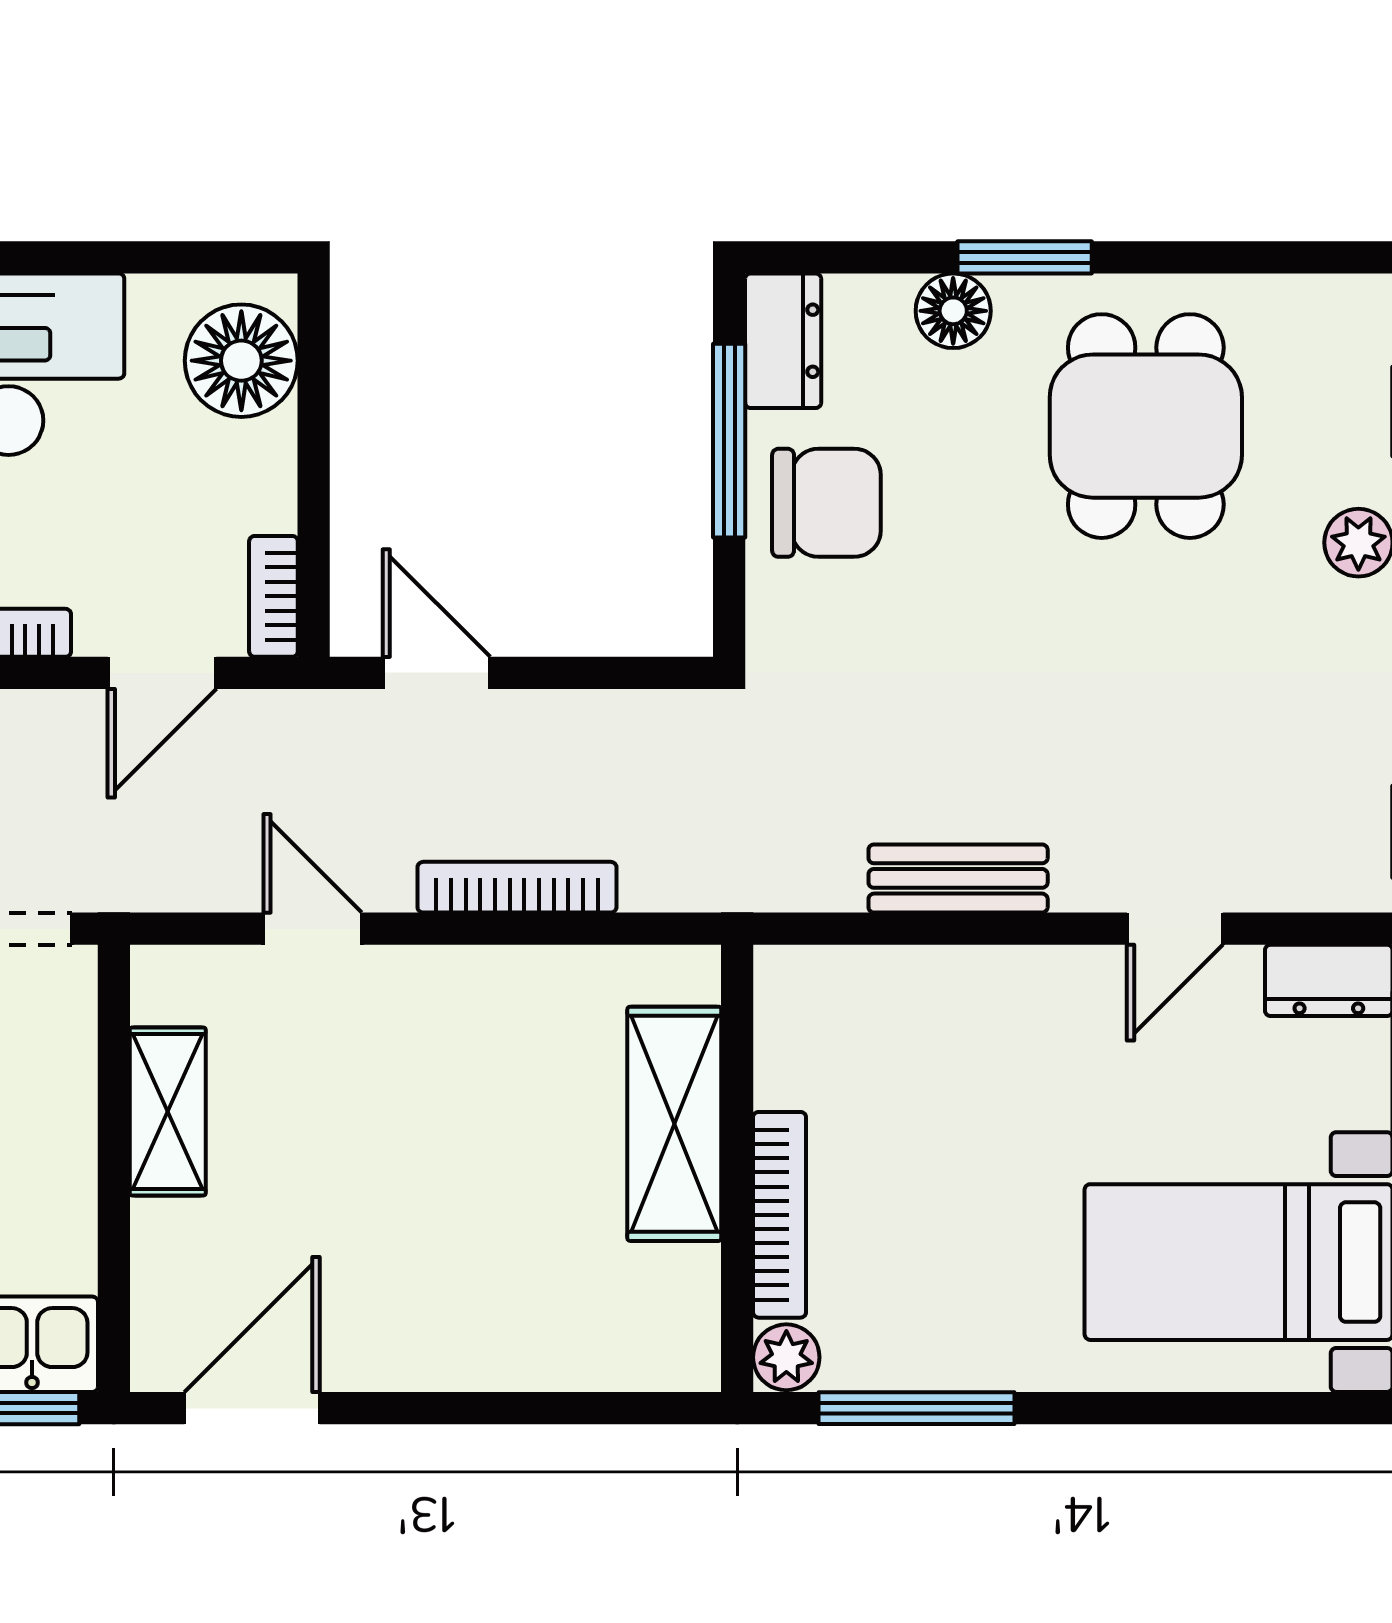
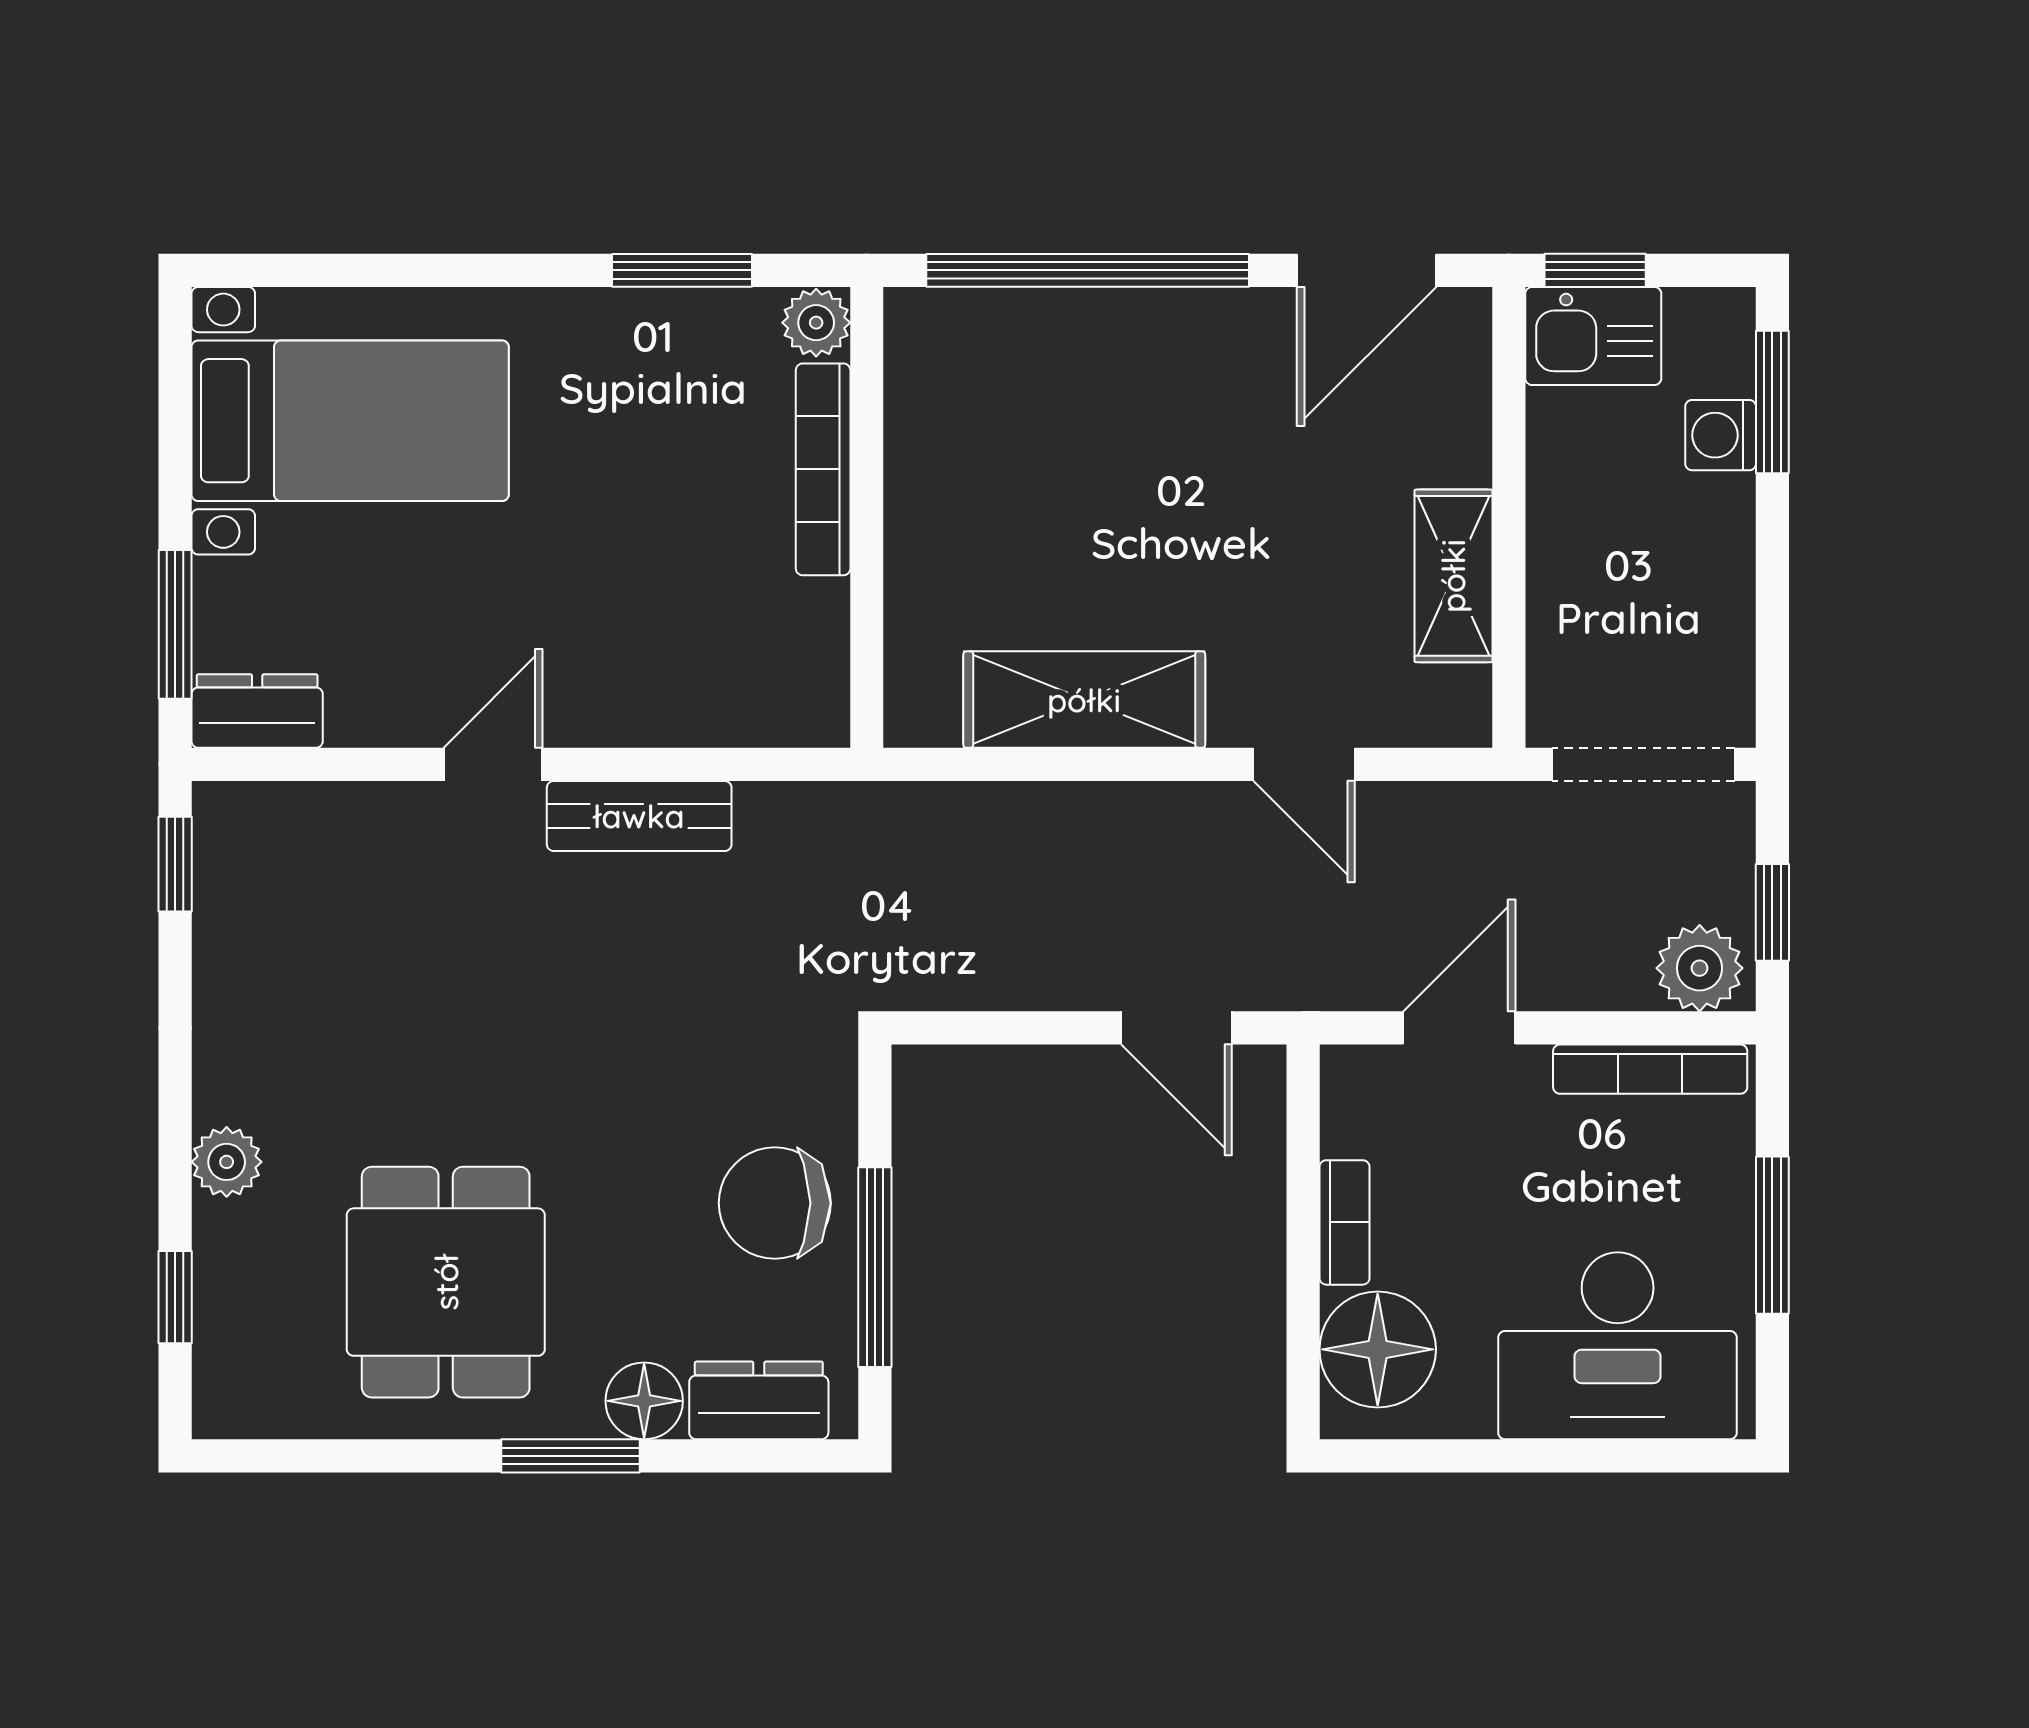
dresser: (783, 341) -> (759, 1400), moved, turned 90
bookcase: (273, 596) -> (1345, 1222), moved
bookcase: (517, 887) -> (1094, 807), removed
door: (1175, 929) -> (493, 764), moved
shelving: (674, 1124) -> (1084, 700), moved, turned 90
window: (523, 1408) -> (1088, 270), added
window: (916, 1408) -> (682, 270), width x0.69

